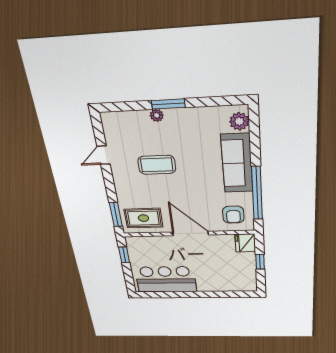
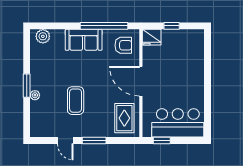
sofa: (237, 163) -> (84, 40), width x0.73
window: (116, 214) -> (94, 141), moved
door: (191, 233) -> (141, 81), hinge flipped
bar counter: (166, 279) -> (178, 123), moved, turned 90

